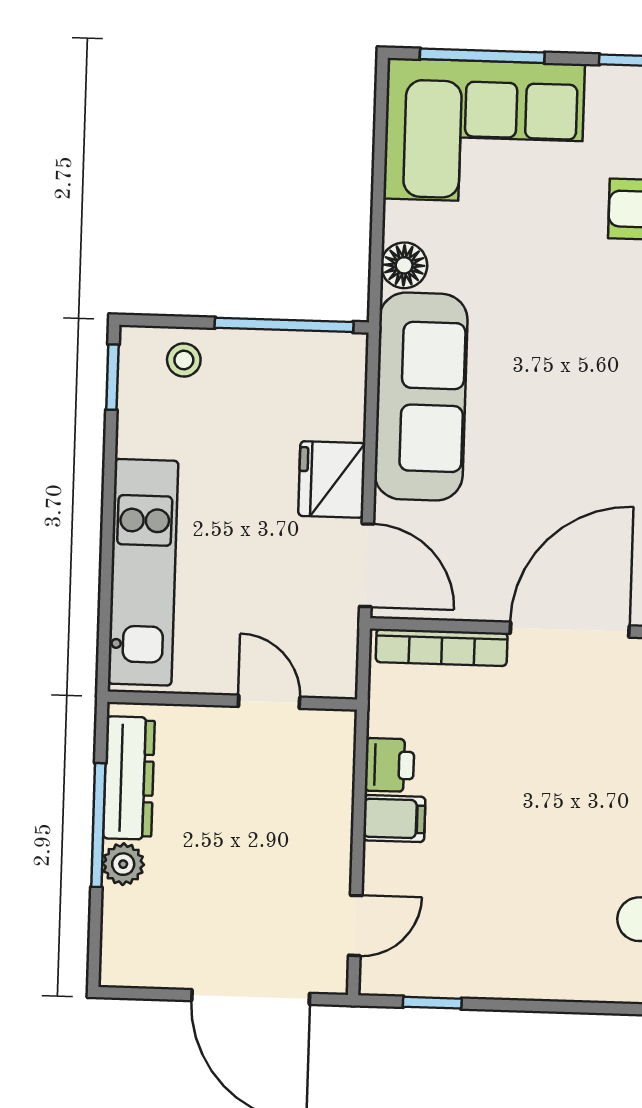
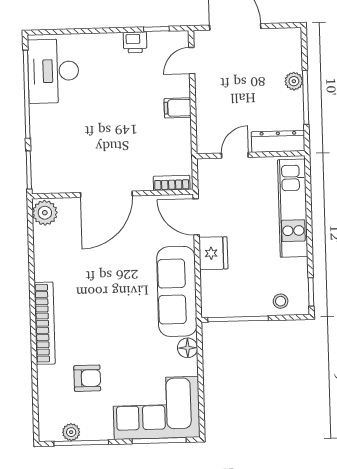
bookcase: (442, 647) -> (172, 183), width x0.64
door: (269, 702) -> (235, 155), swing flipped
printer: (389, 765) -> (135, 42), moved, turned -90
dresser: (129, 778) -> (278, 141), moved, turned 90

